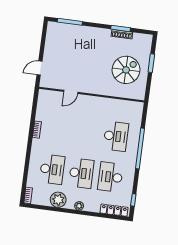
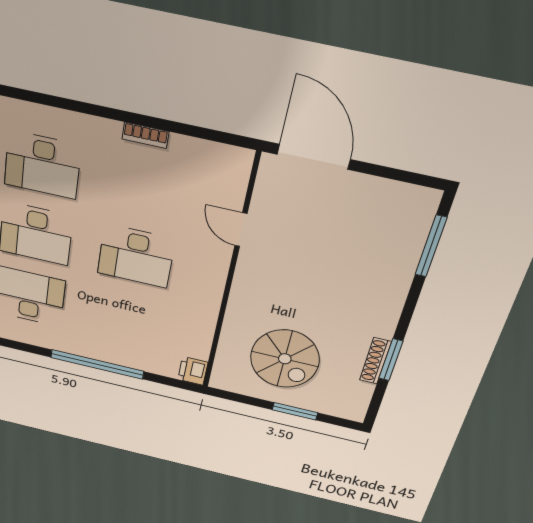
door: (40, 68) -> (314, 157), width x1.88
printer: (137, 107) -> (193, 371), added
desk: (116, 136) -> (136, 256), moved

